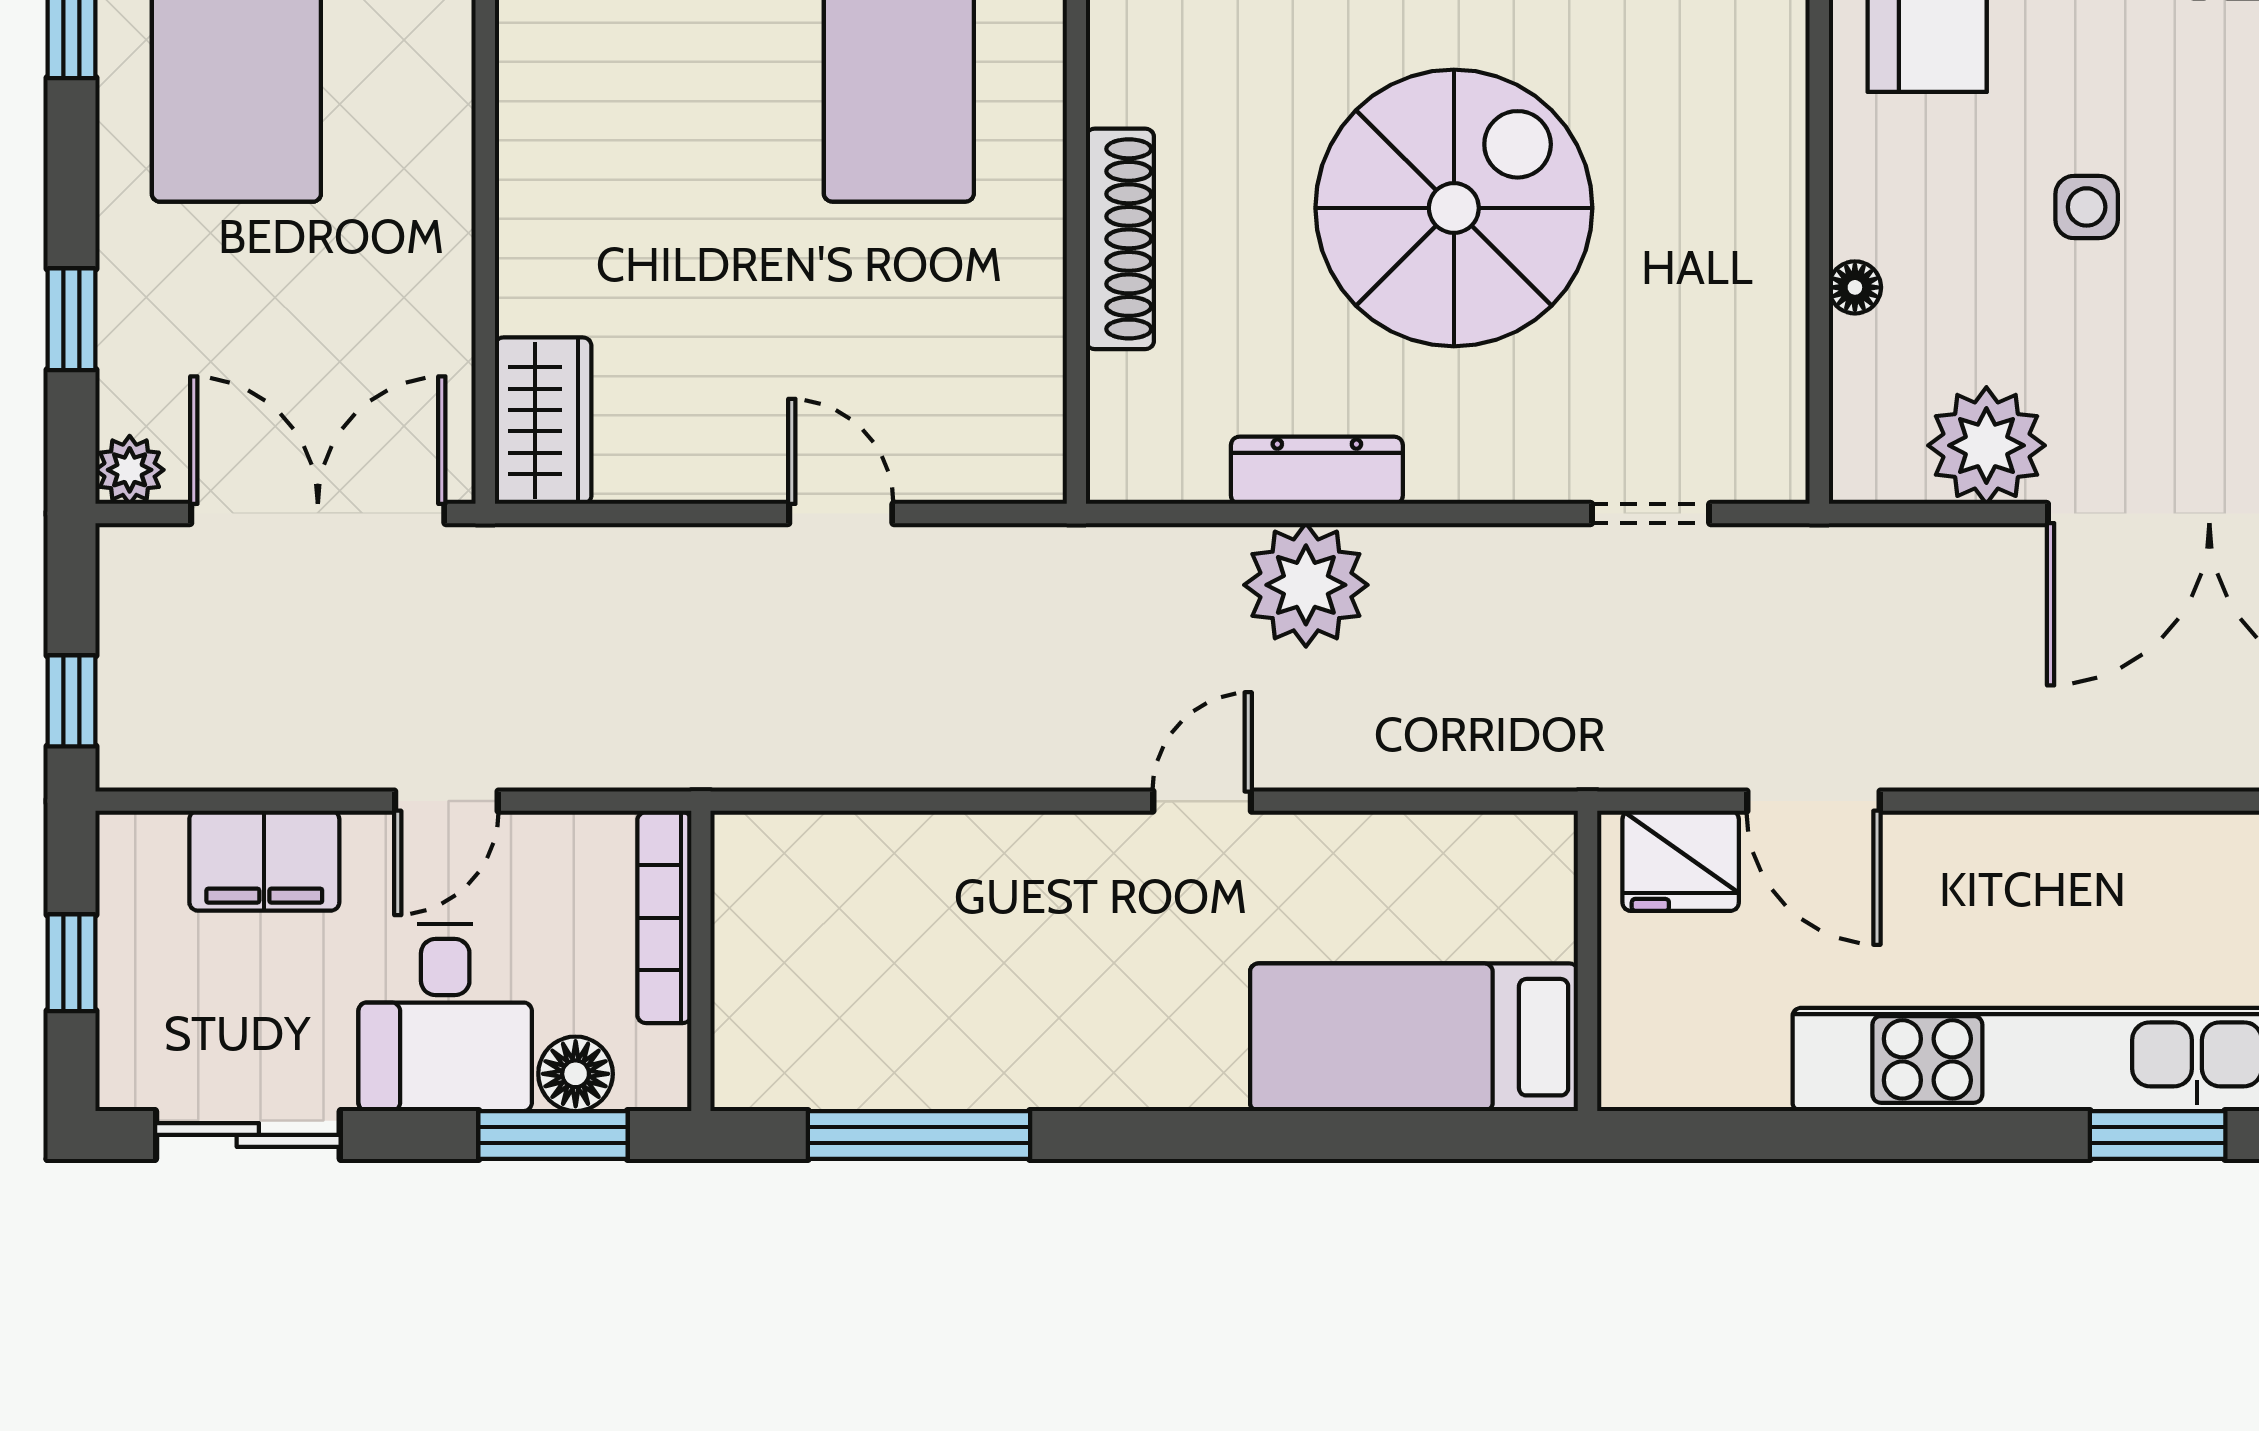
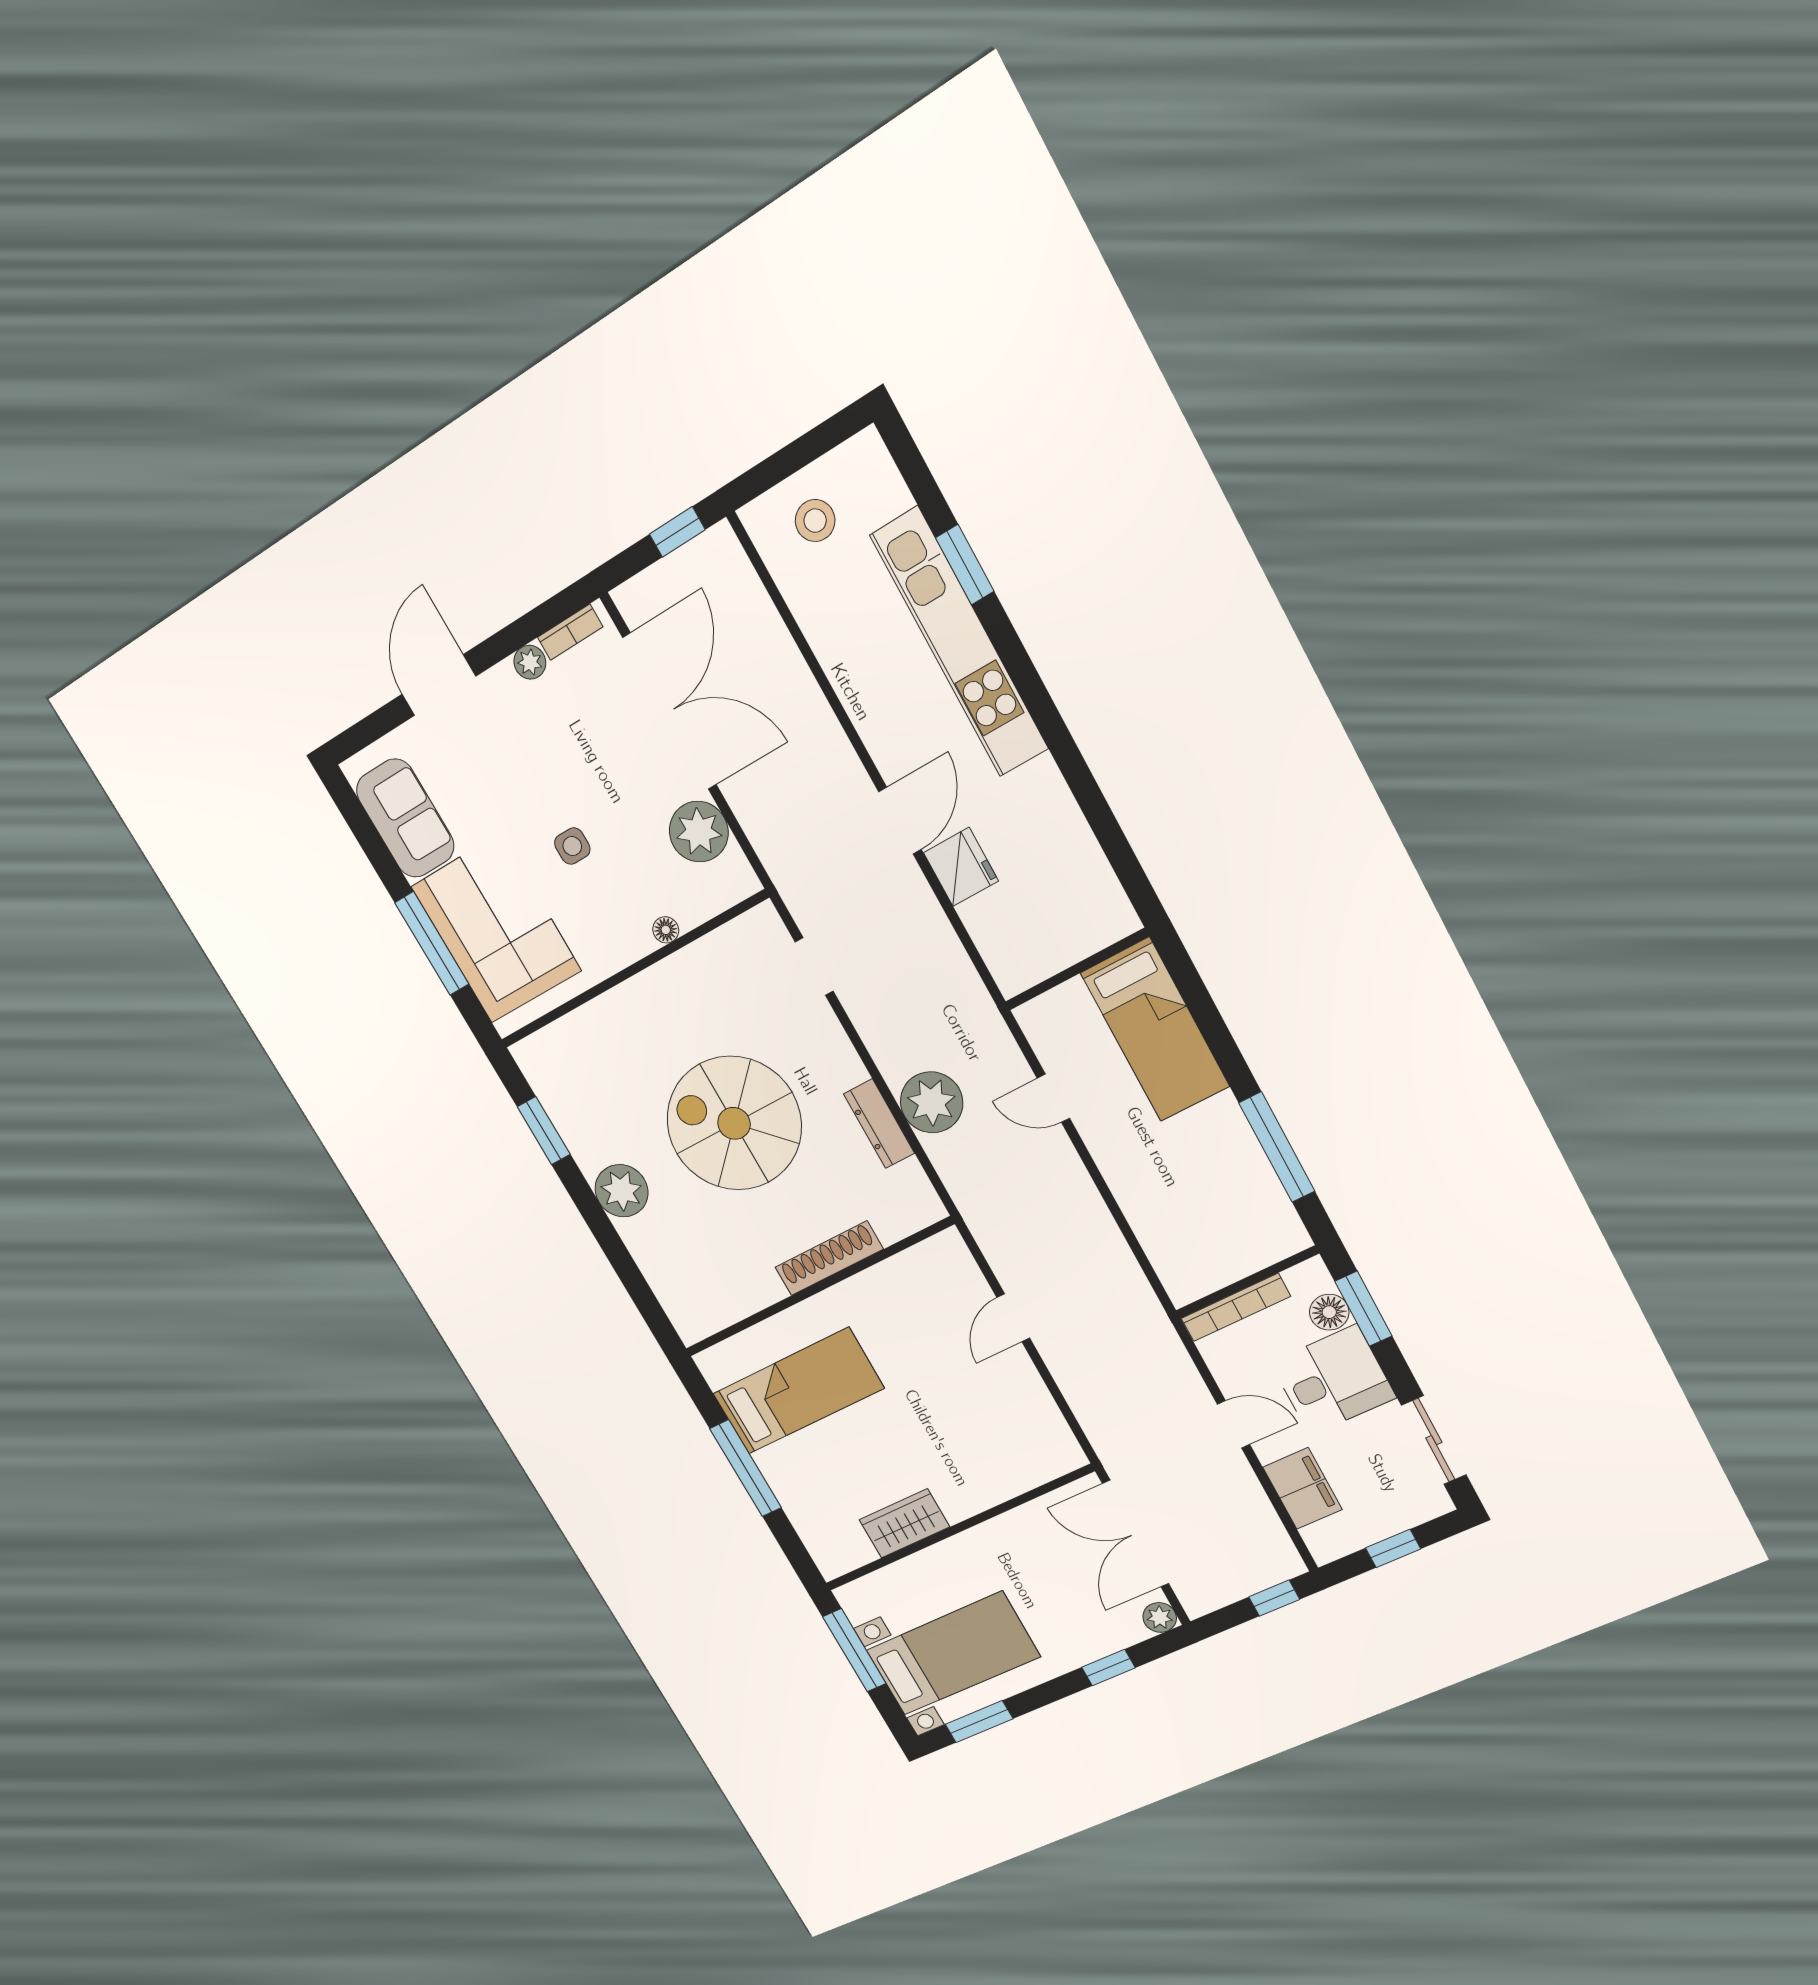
wardrobe: (543, 421) -> (904, 1523), moved
wall: (1588, 961) -> (1077, 969), moved
bed: (1414, 1037) -> (1155, 1030), moved

